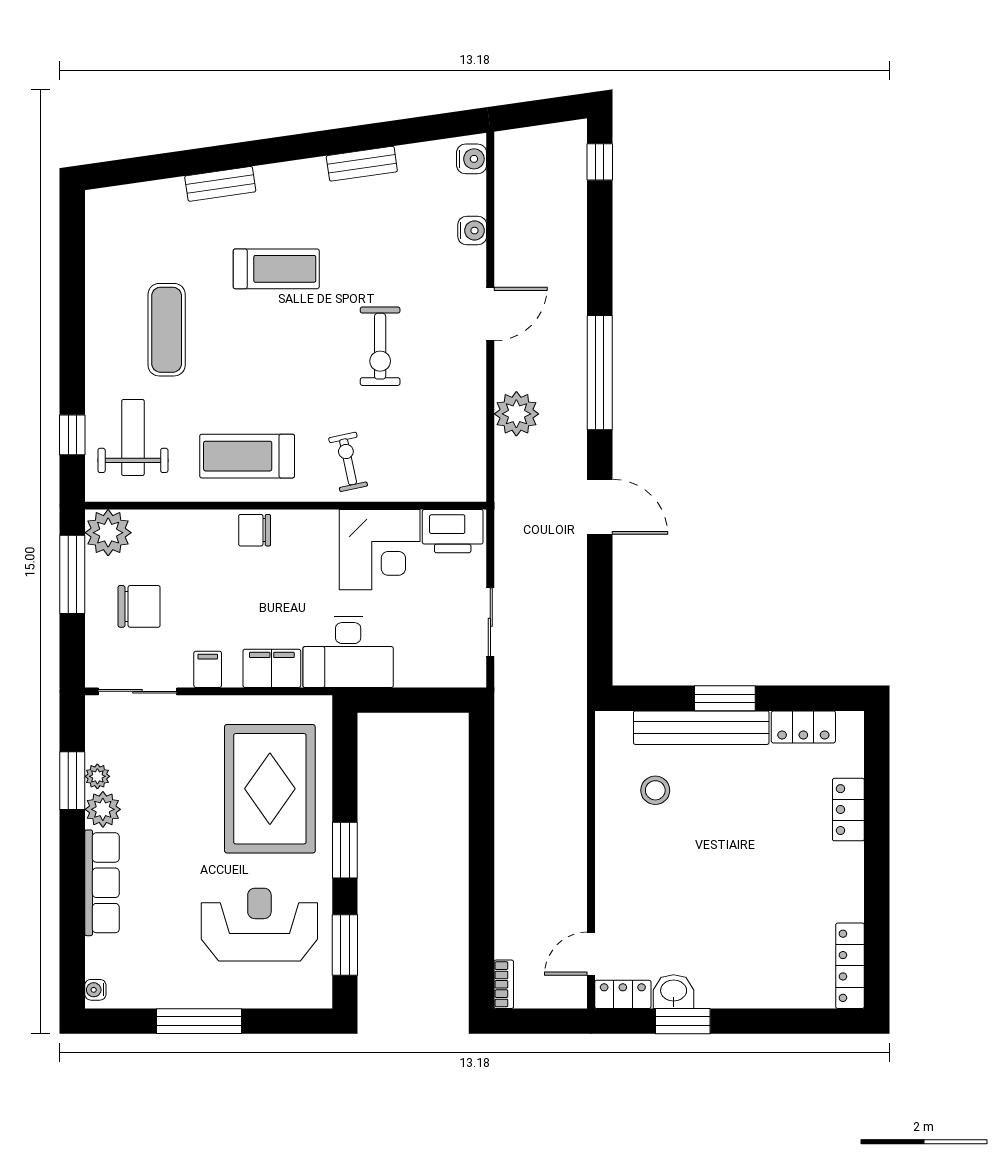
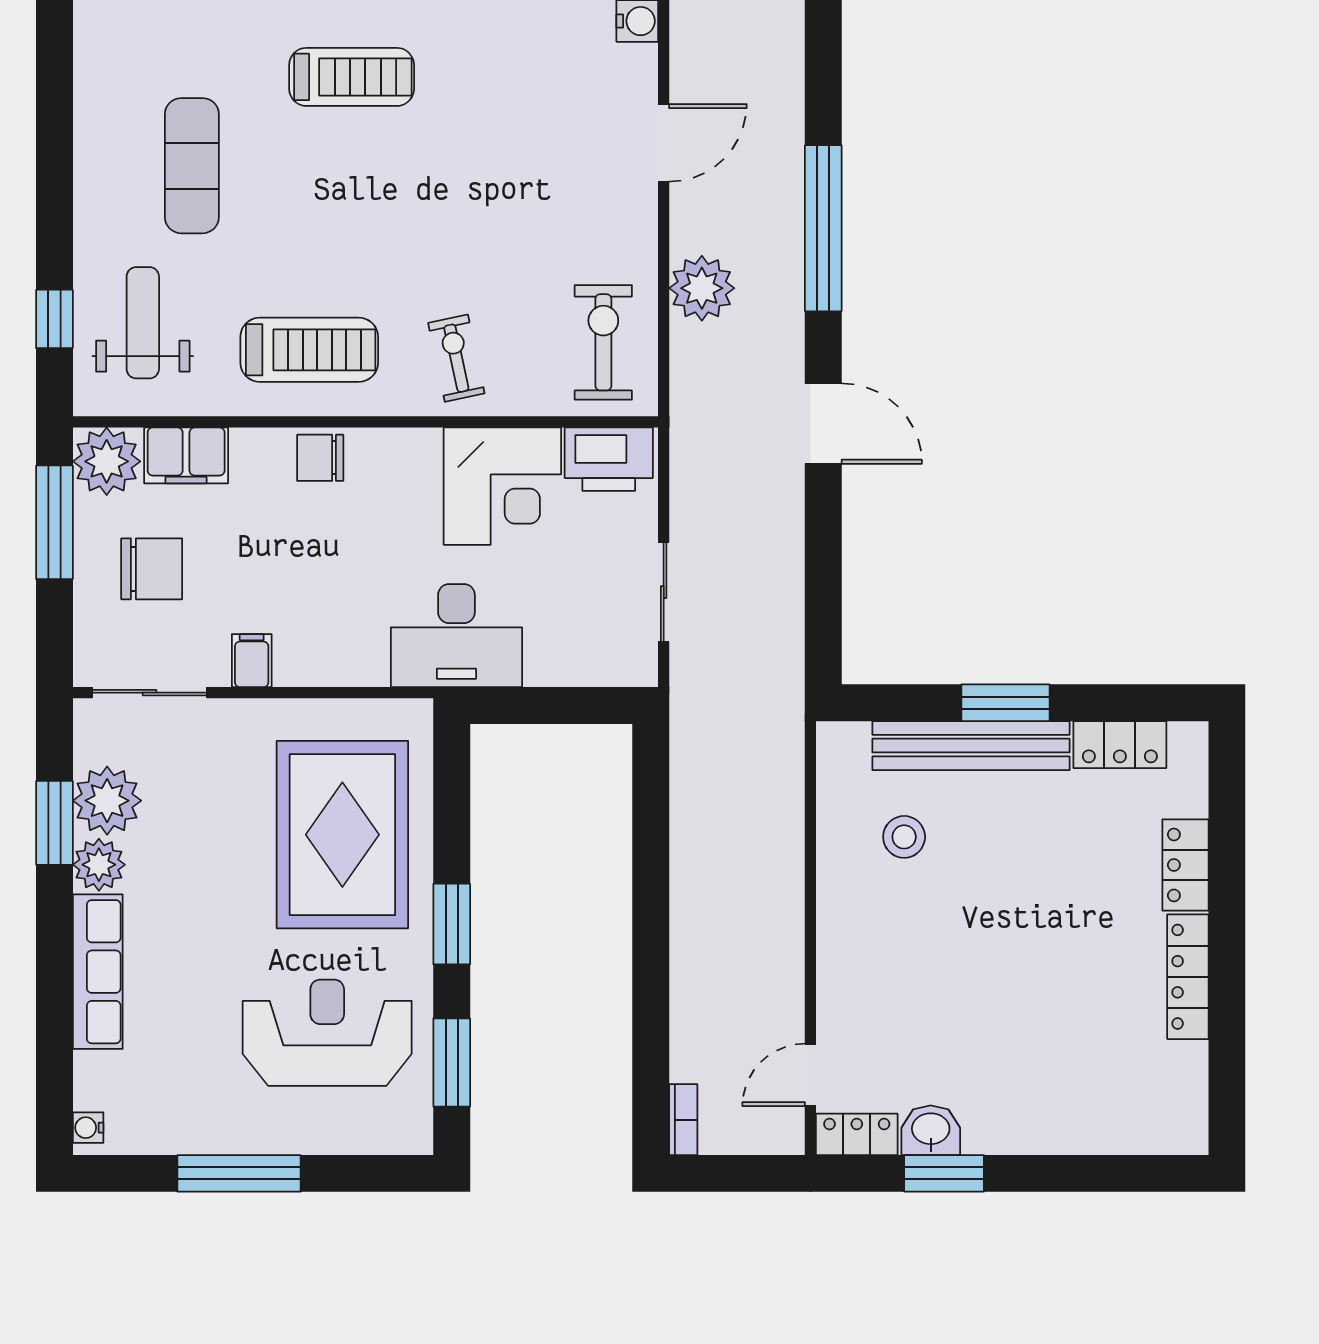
exercise bike: (380, 346) -> (603, 342), moved, turned 180
treadmill: (247, 456) -> (309, 350), turned 180
filing cabinet: (272, 668) -> (186, 455), moved, turned 180
plant: (97, 776) -> (107, 801), width x1.88, depth x1.88
locker: (850, 966) -> (1188, 977), moved

